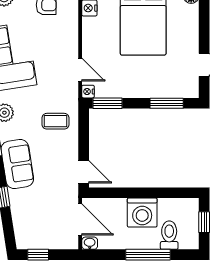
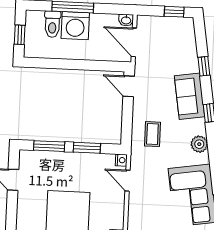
window: (108, 103) -> (87, 148), moved
coffee table: (56, 121) -> (152, 134), turned 90
washing machine: (142, 213) -> (75, 26), moved, turned 180

